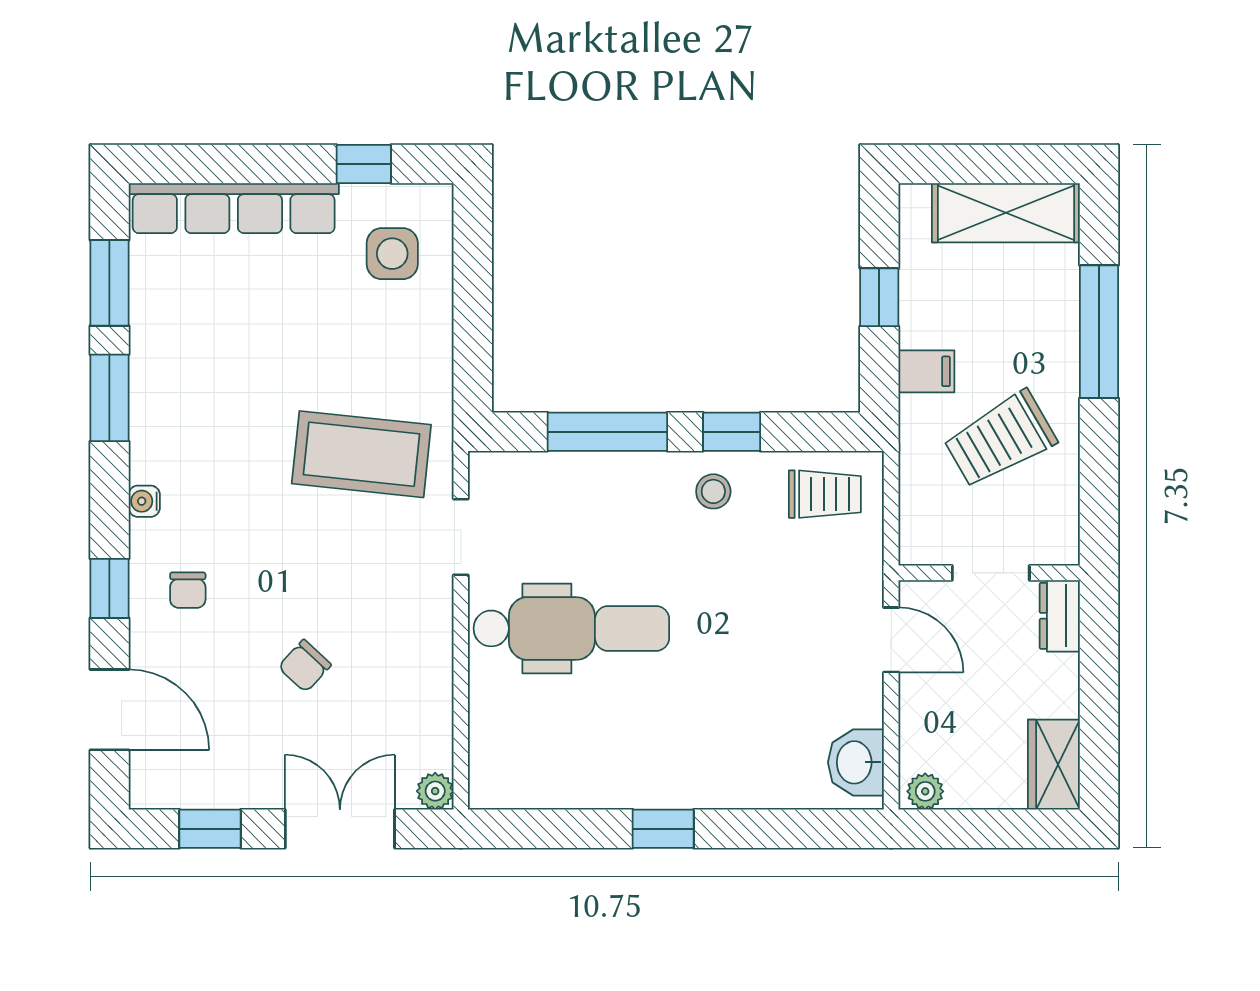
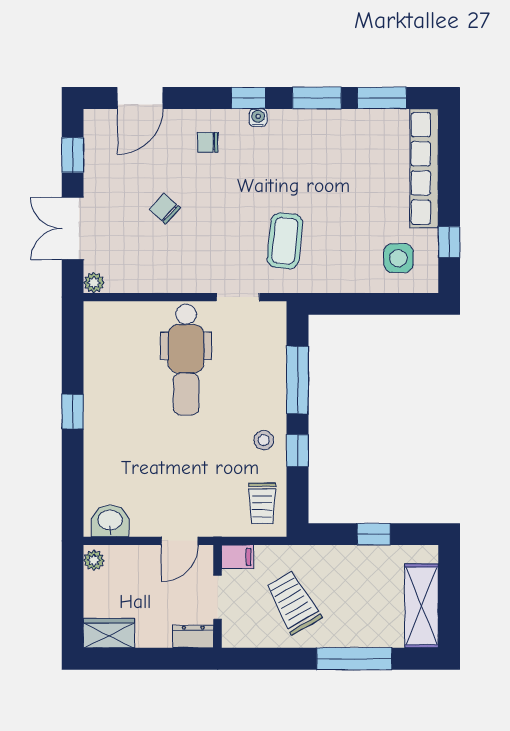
filing cabinet: (926, 371) -> (238, 557), moved, turned -90
coffee table: (361, 454) -> (285, 241), width x0.73, depth x0.76
window: (109, 588) -> (248, 98), moved
double door: (340, 829) -> (73, 229), swing flipped

